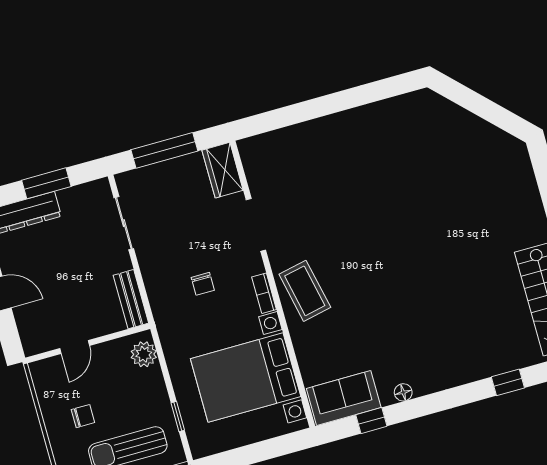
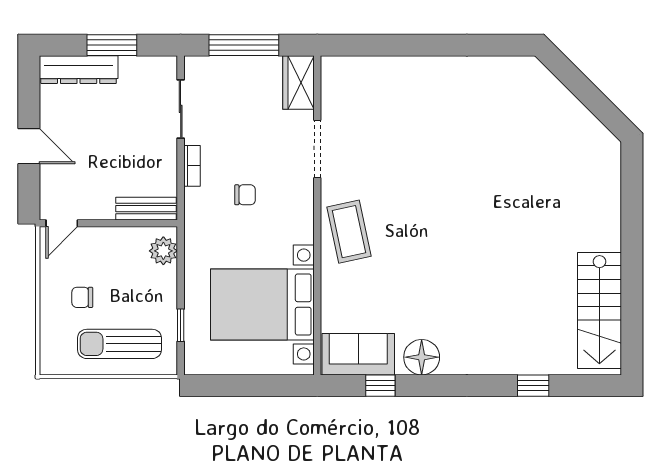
chair: (203, 284) -> (245, 195), turned -90
bookcase: (264, 293) -> (192, 166), moved, turned 180
bench: (131, 299) -> (146, 209), moved, turned 90
door: (75, 347) -> (62, 223), moved
floor lamp: (403, 392) -> (422, 357), width x1.89, depth x1.89
chair: (83, 416) -> (82, 297), turned 180

